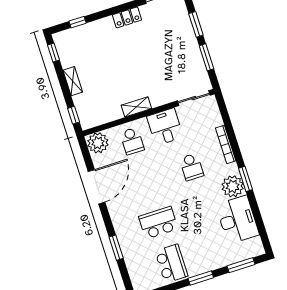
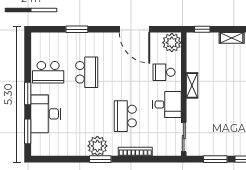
school desk: (192, 167) -> (125, 116), width x1.85
desk: (237, 220) -> (46, 114), moved, turned 90

